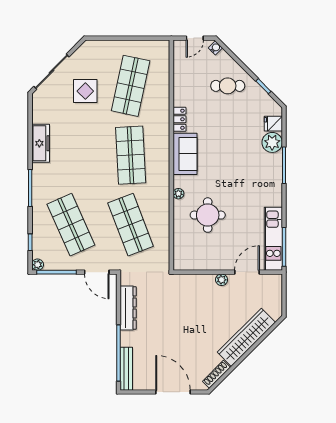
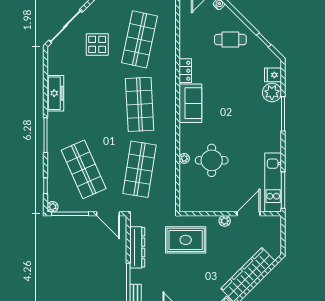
plant: (178, 194) -> (184, 158), moved
shop shelf: (131, 225) -> (140, 169), turned 30
rug: (180, 300) -> (186, 240), added

